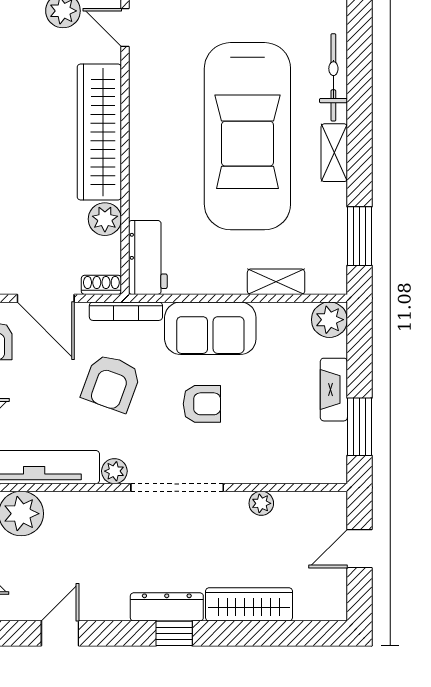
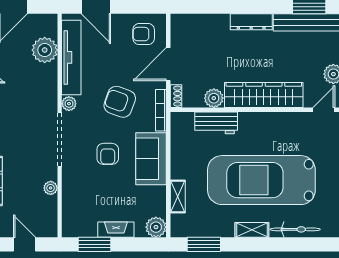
workbench: (148, 257) -> (216, 123), moved

